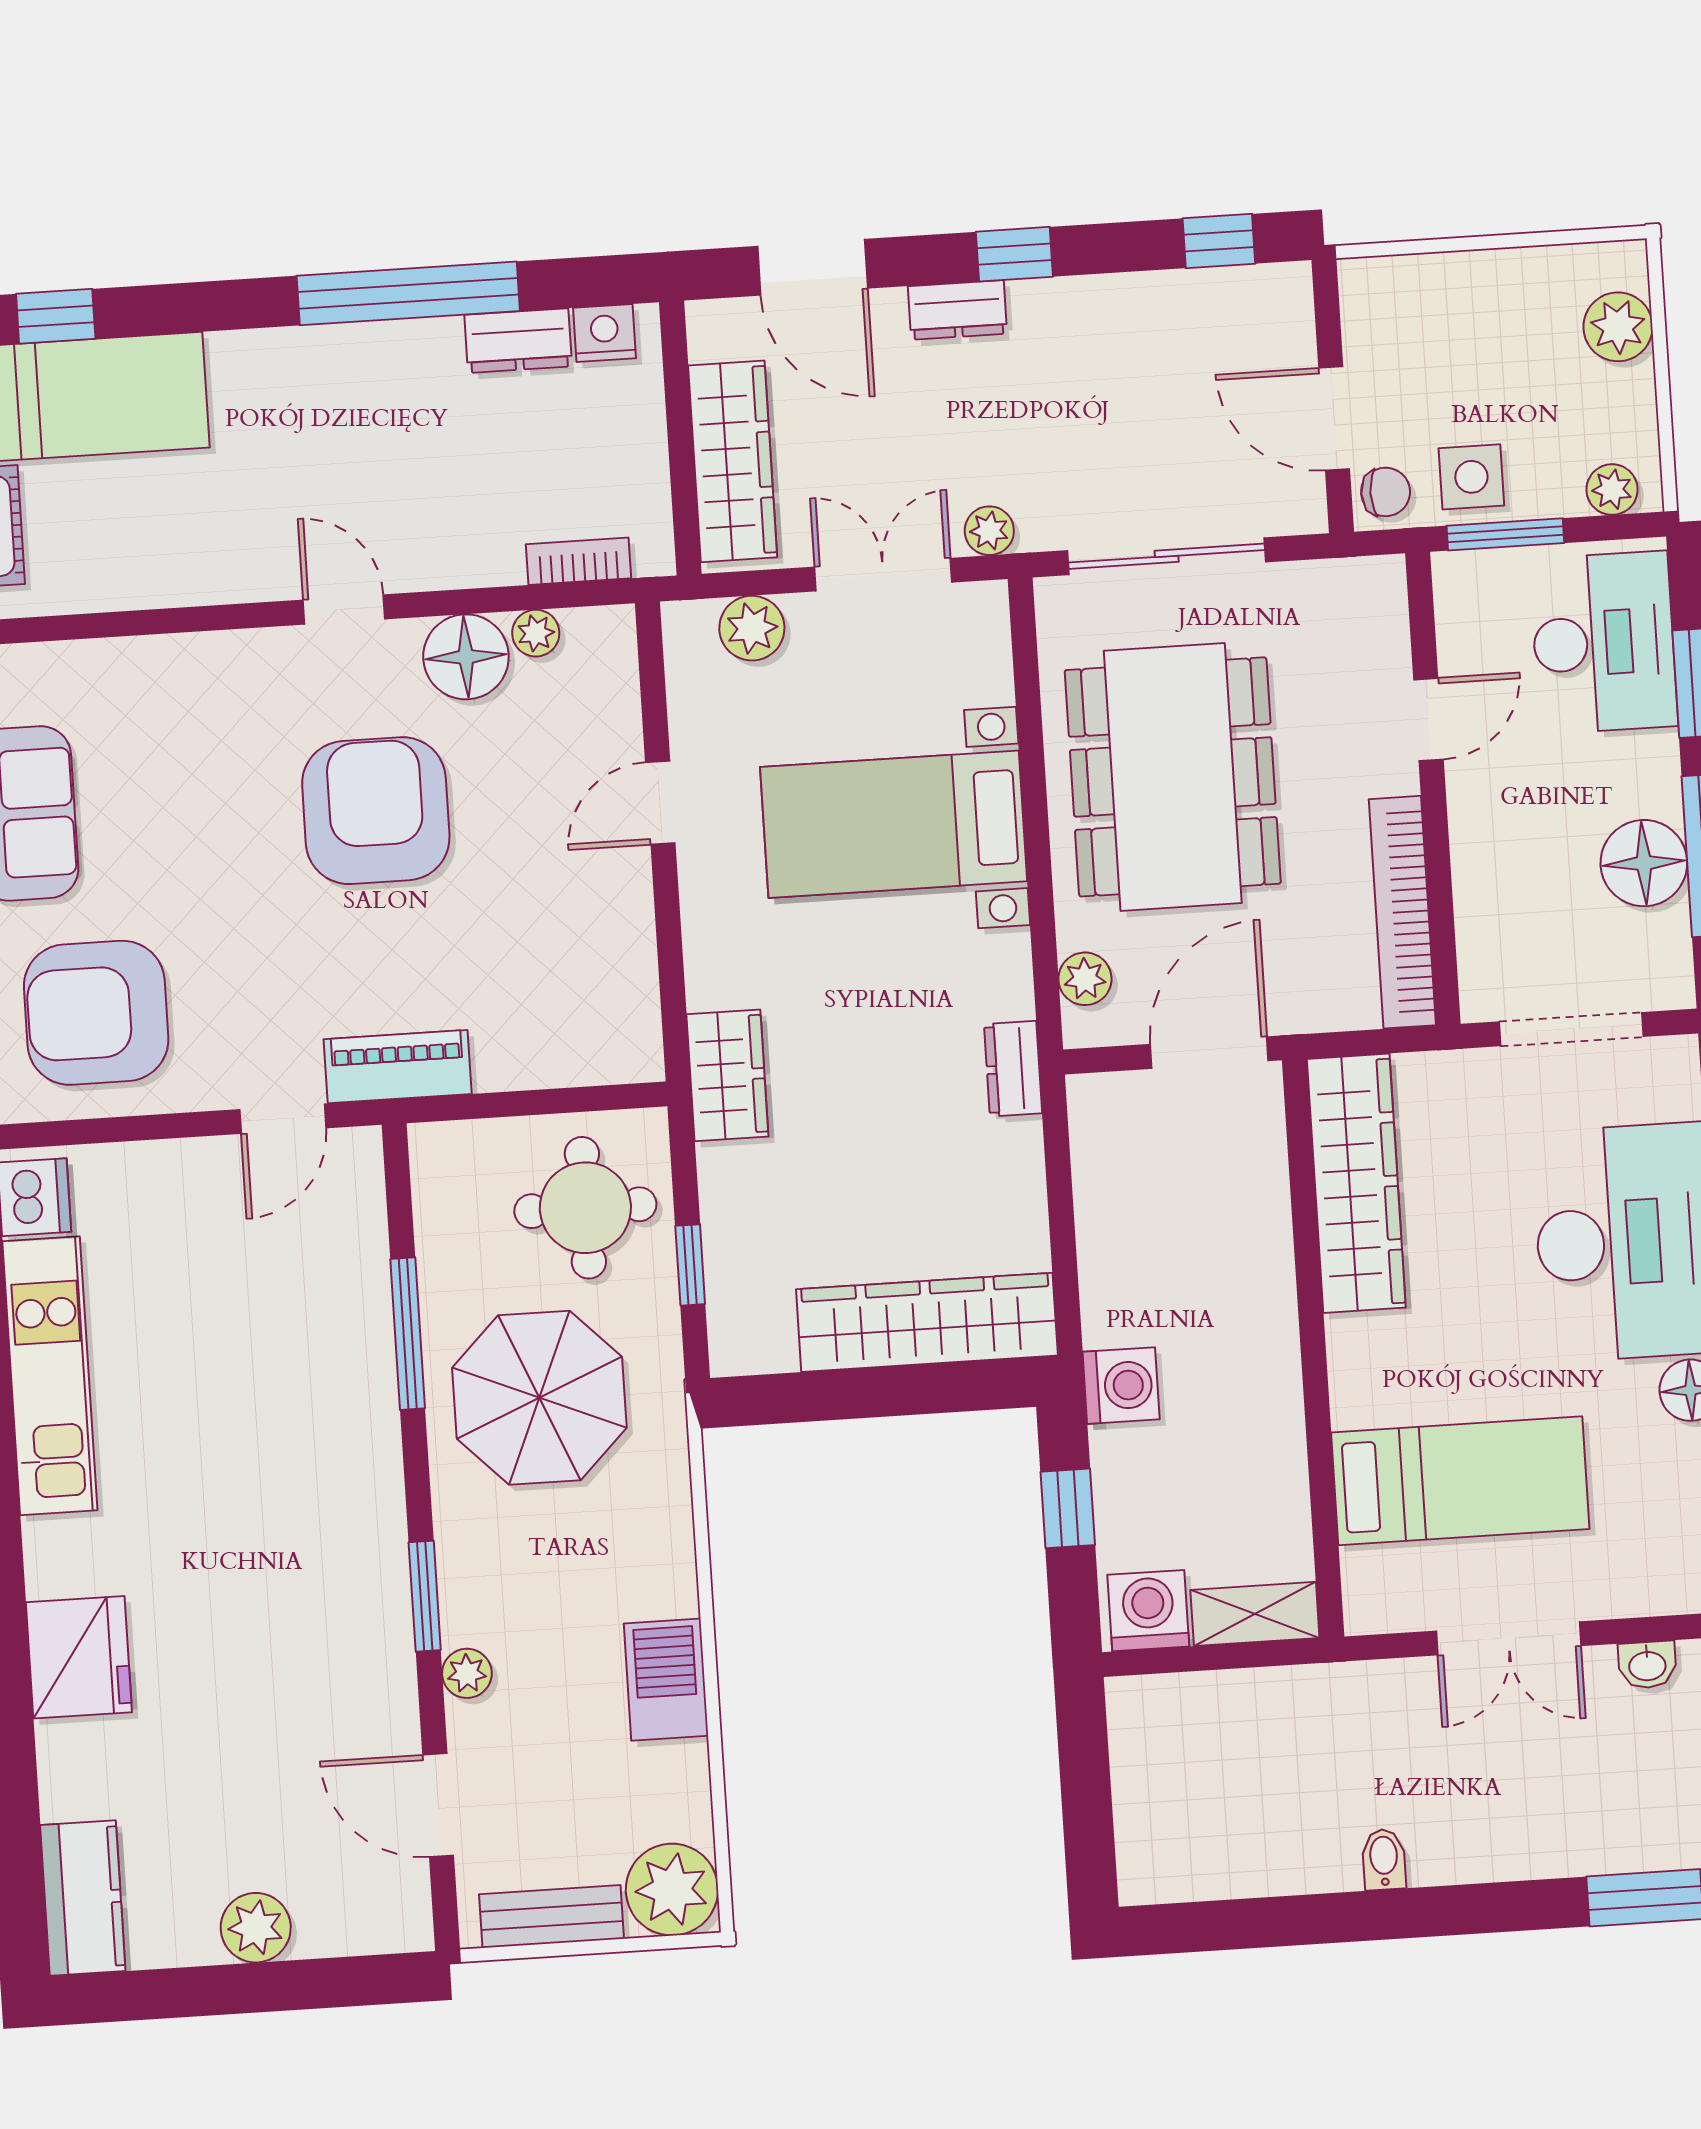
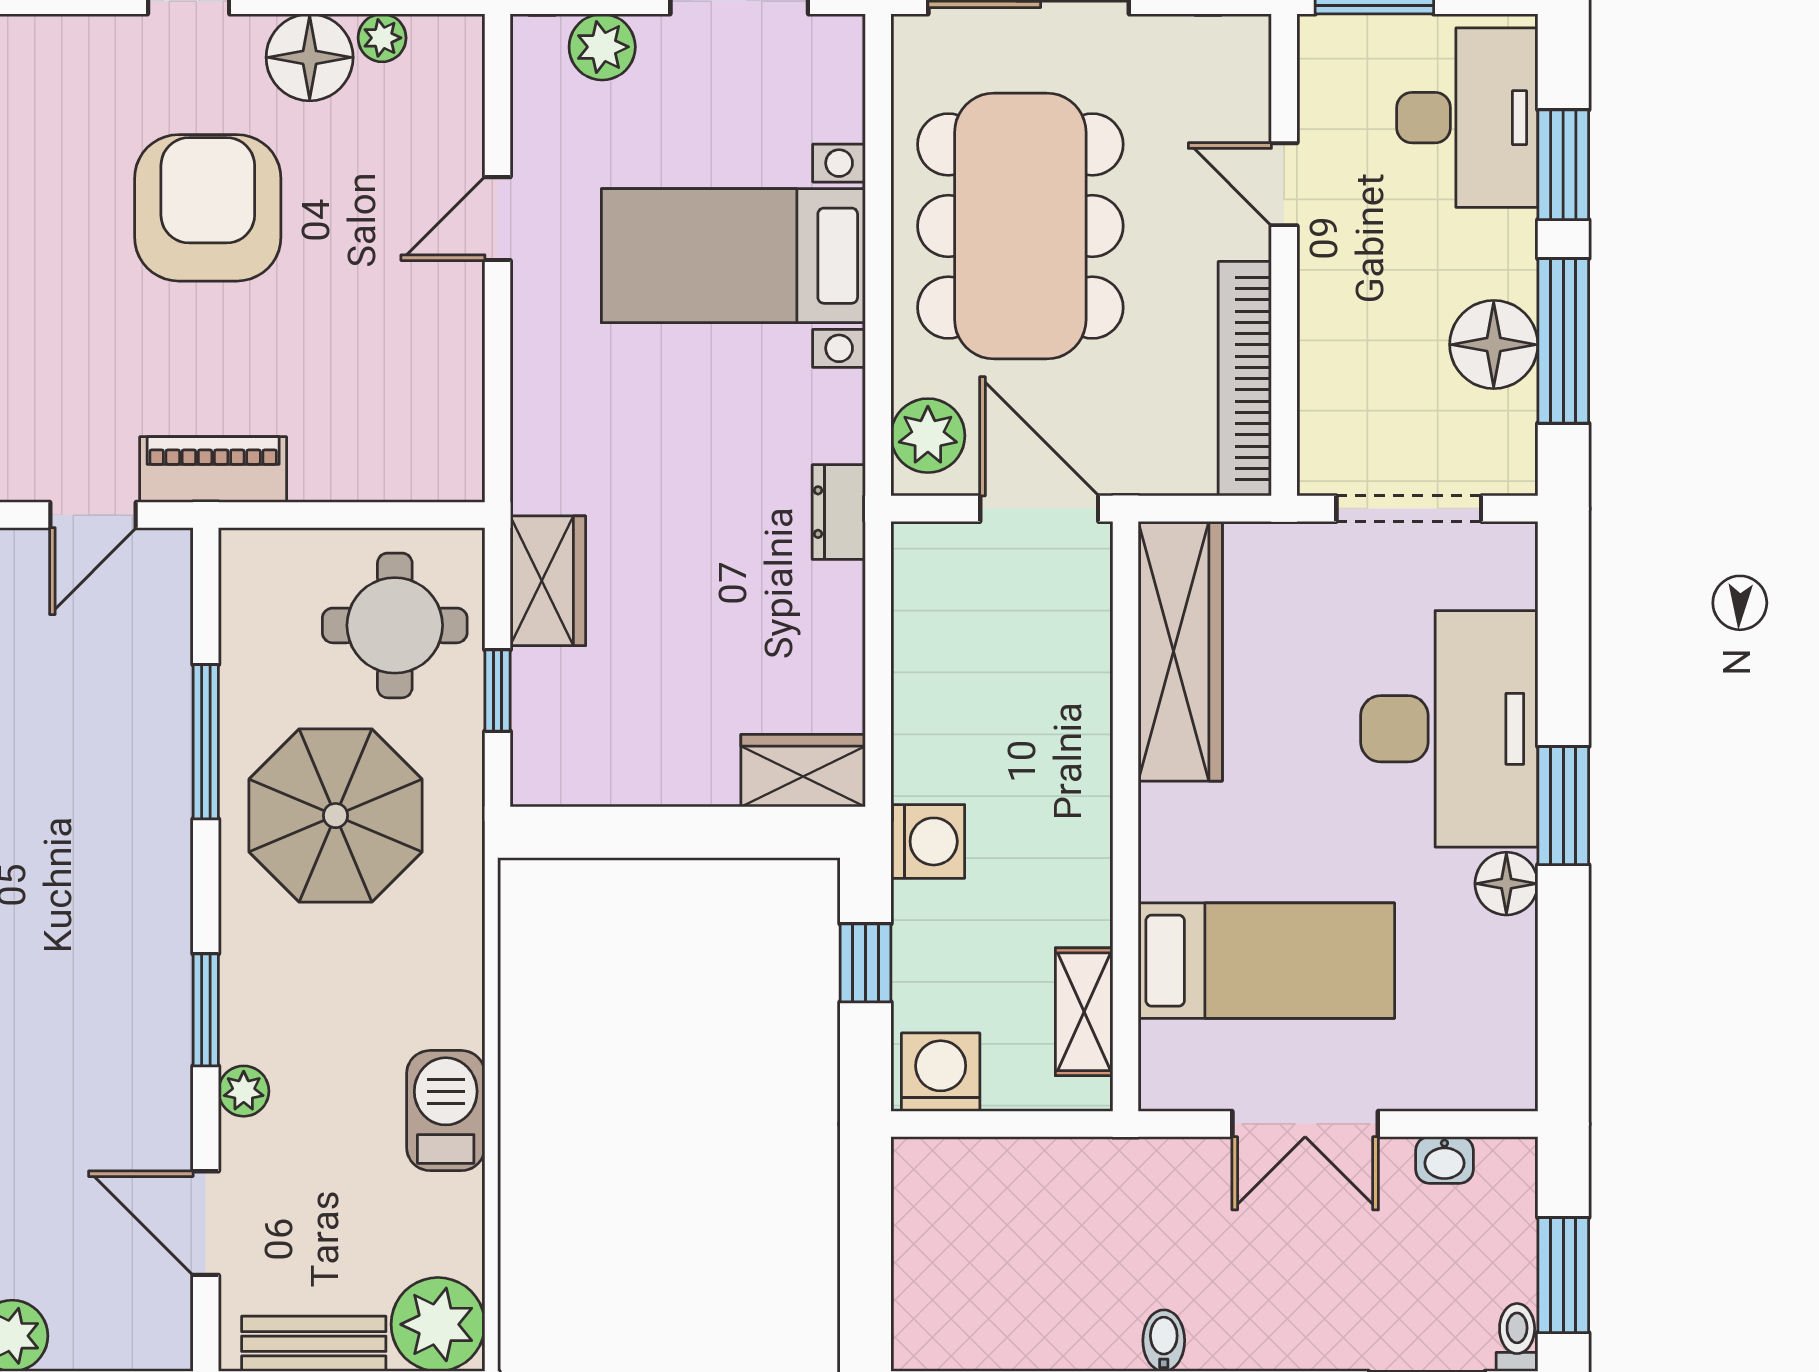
door: (1428, 719) -> (1284, 184), swing flipped
plant: (1085, 979) -> (928, 436), width x1.38, depth x1.38
door: (1209, 1053) -> (1039, 509), hinge flipped
wardrobe: (727, 1075) -> (548, 581), moved
wardrobe: (927, 1322) -> (803, 771), width x0.48, depth x0.85
shelving: (1255, 1614) -> (1084, 1012), moved, turned 90

